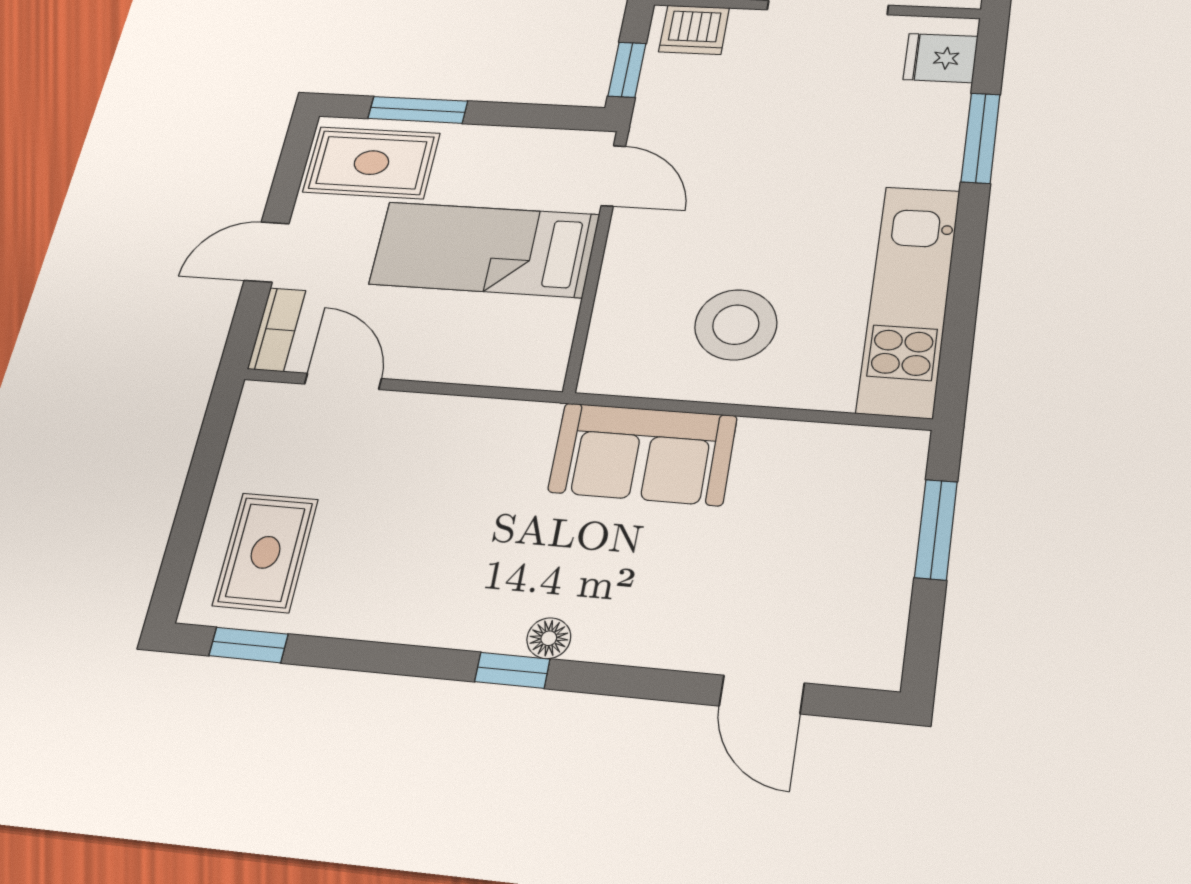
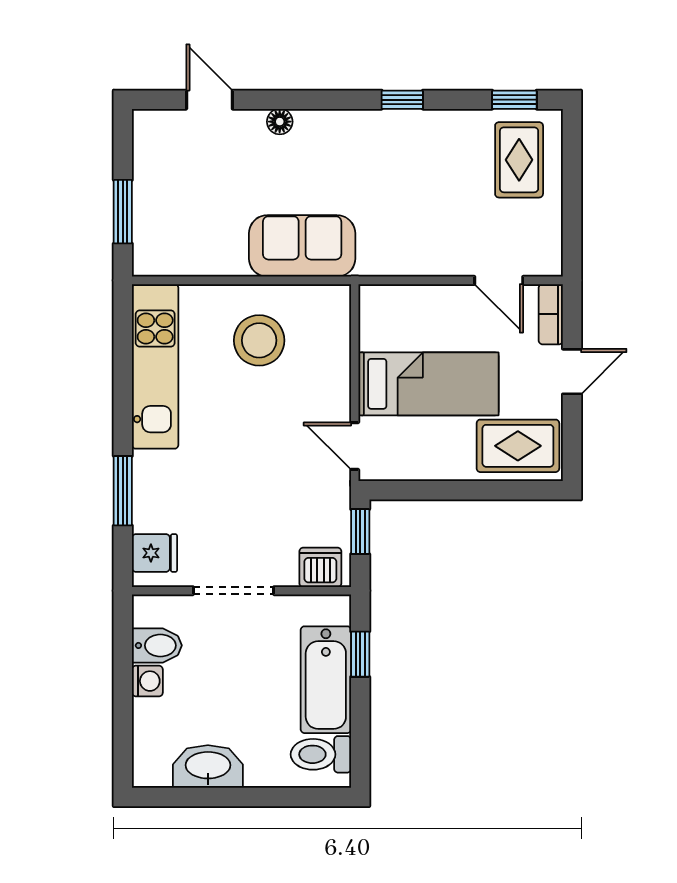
window: (418, 110) -> (496, 490), removed
floor lamp: (549, 638) -> (280, 122), moved
window: (512, 670) -> (402, 100), moved

